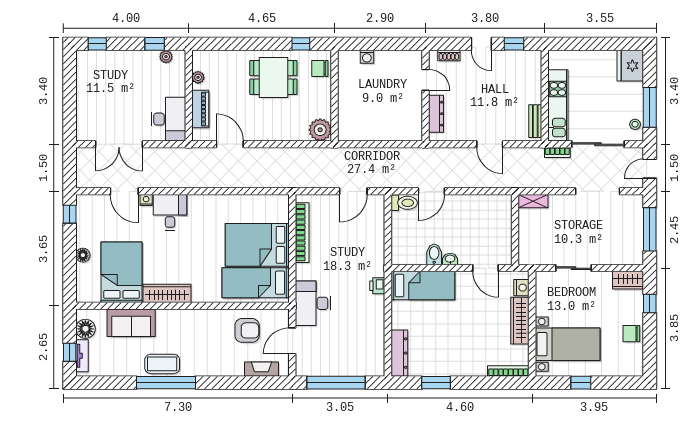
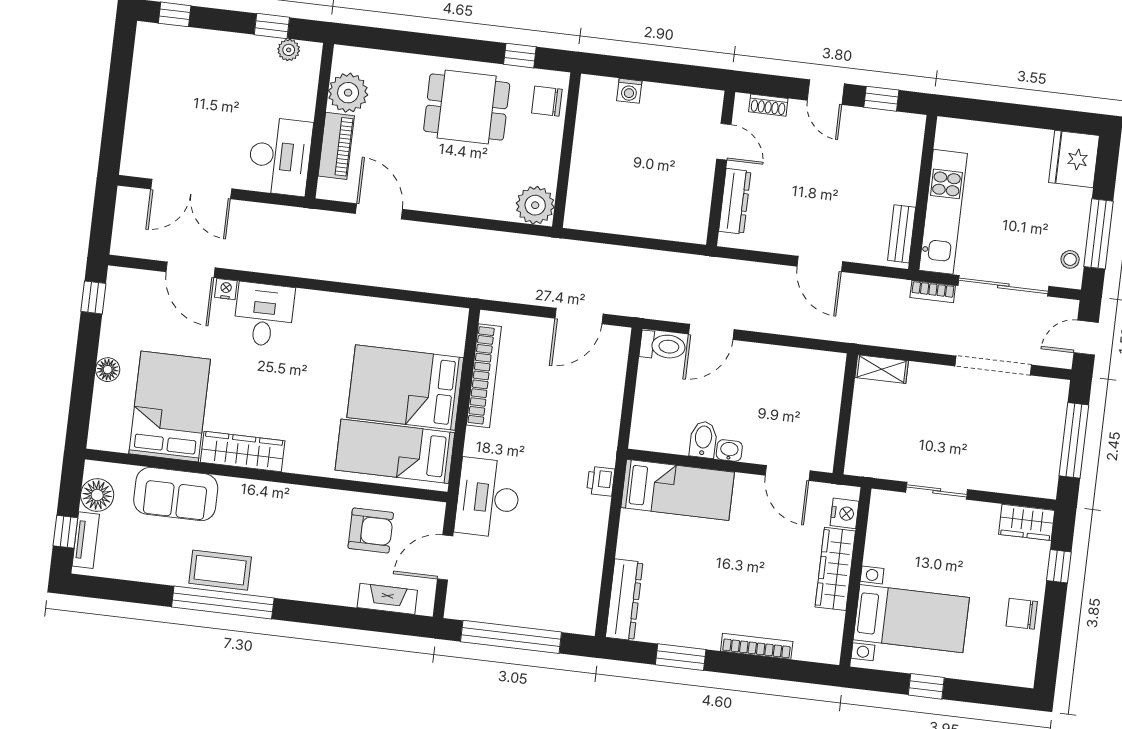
plant: (198, 77) -> (348, 93), width x1.88, depth x1.88
bookcase: (508, 371) -> (757, 646), moved

